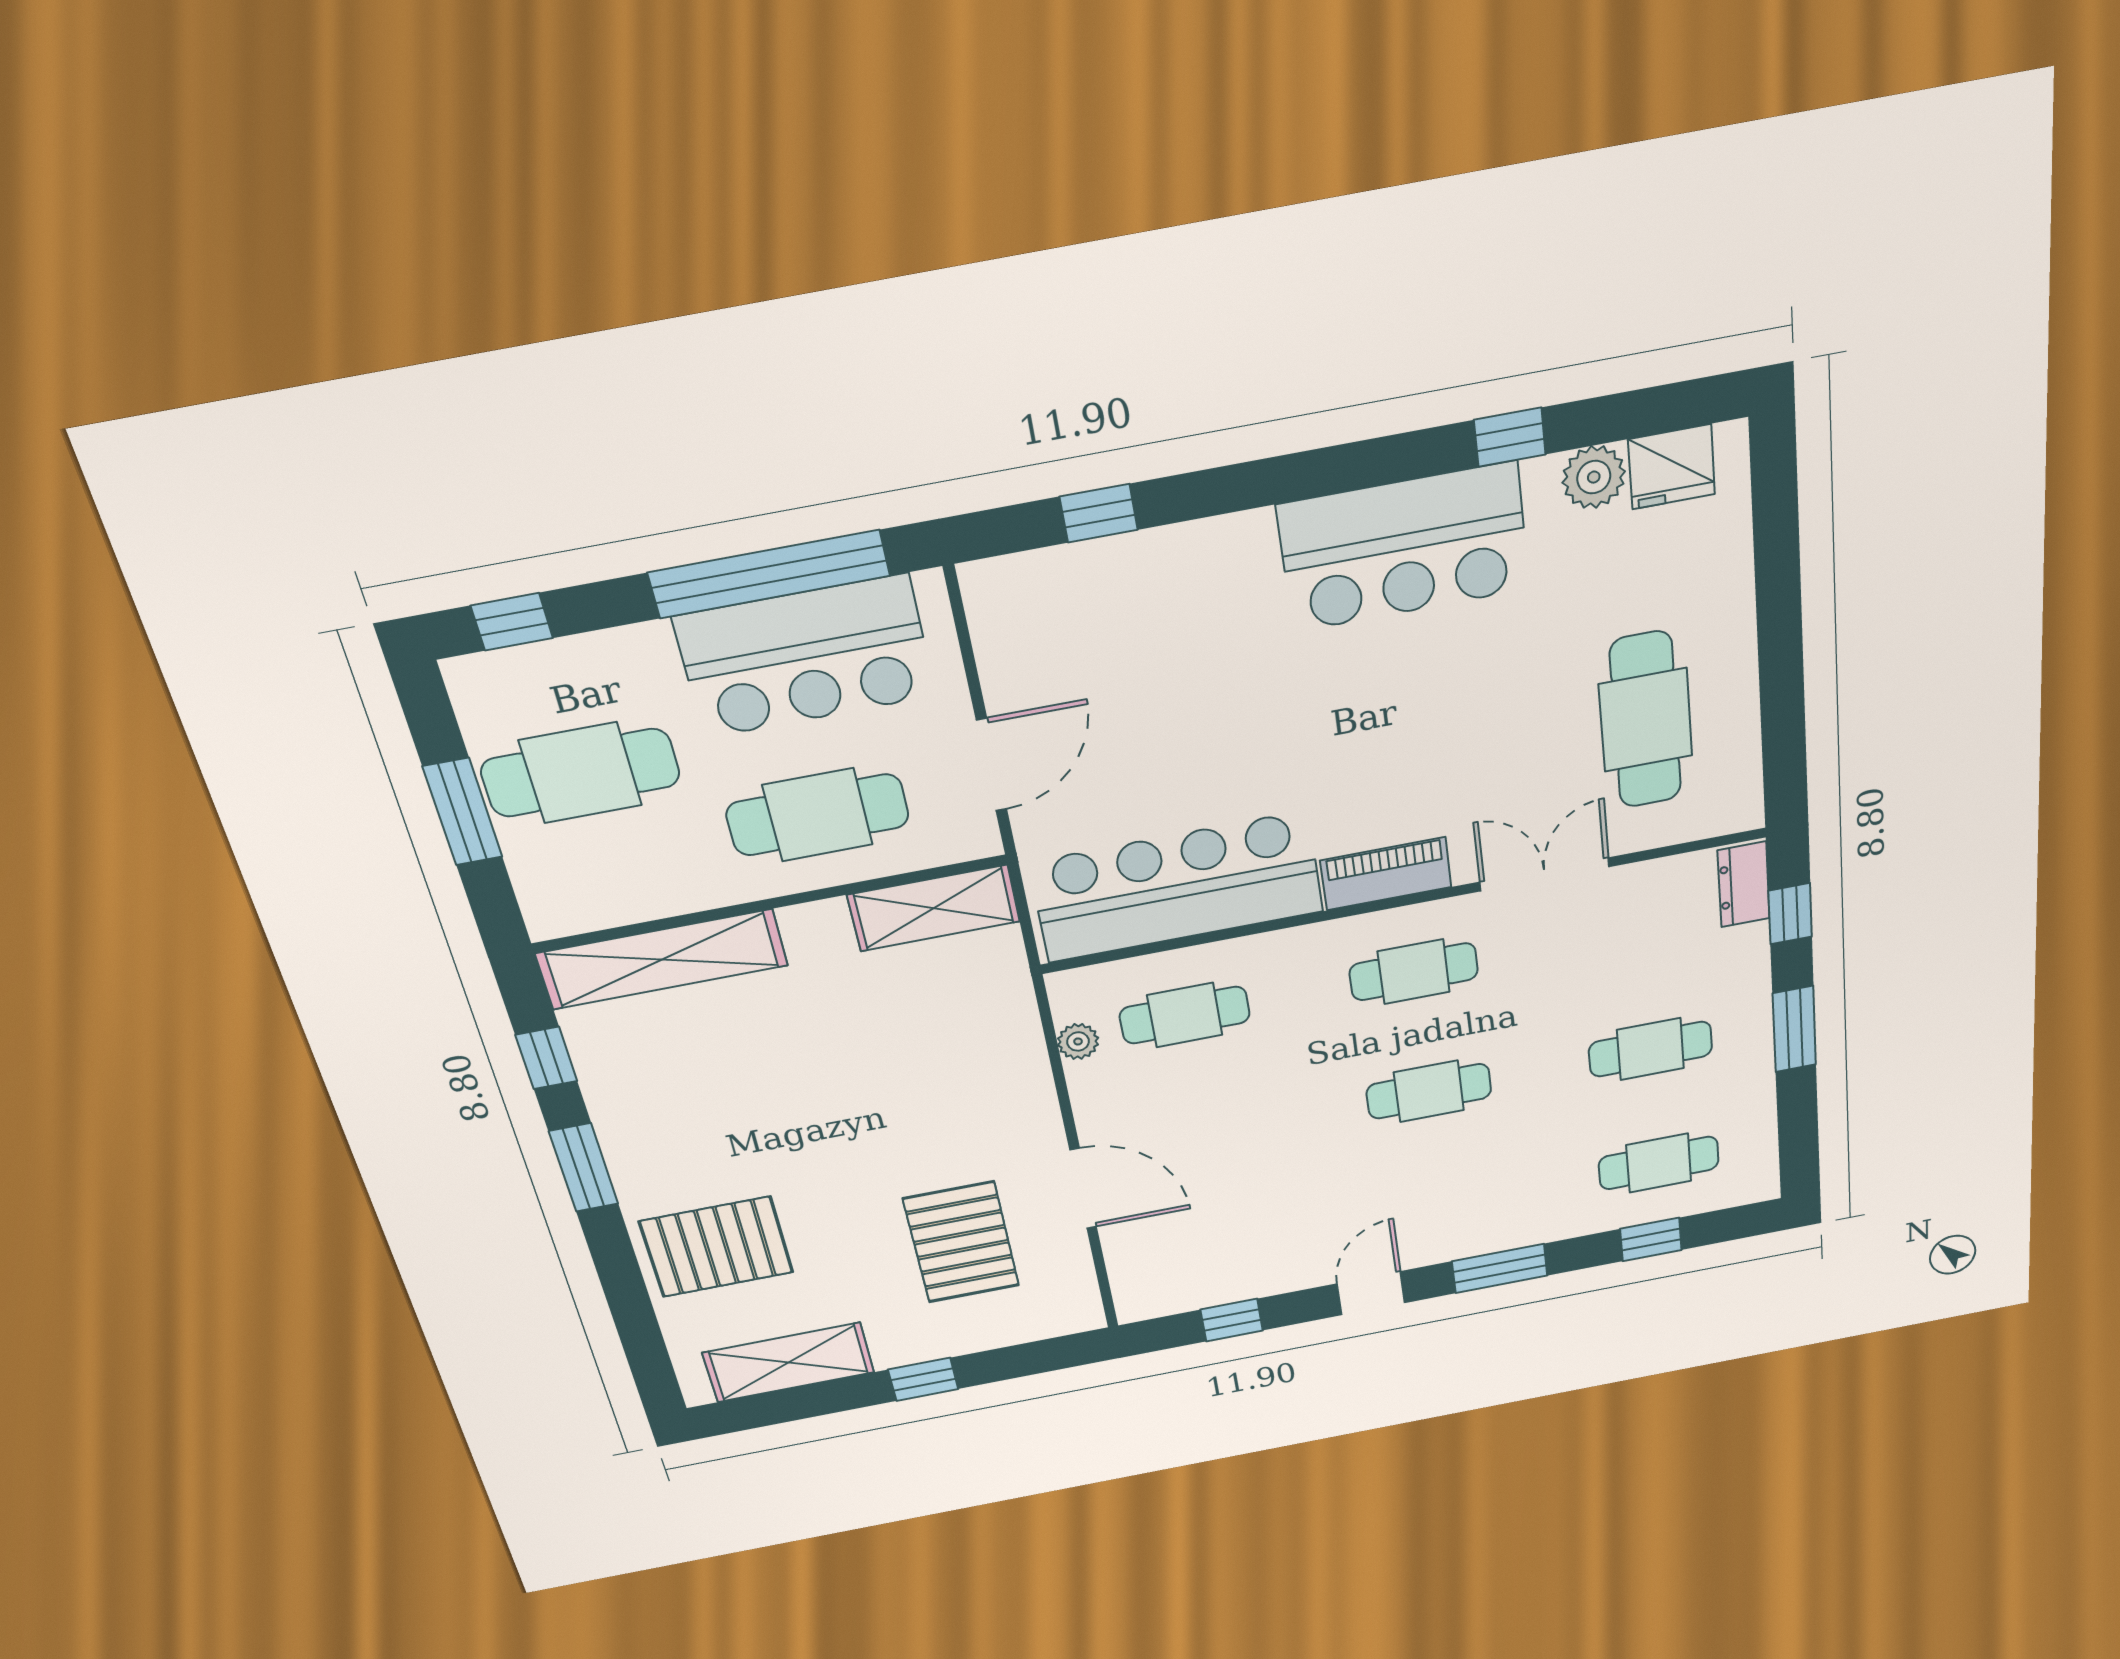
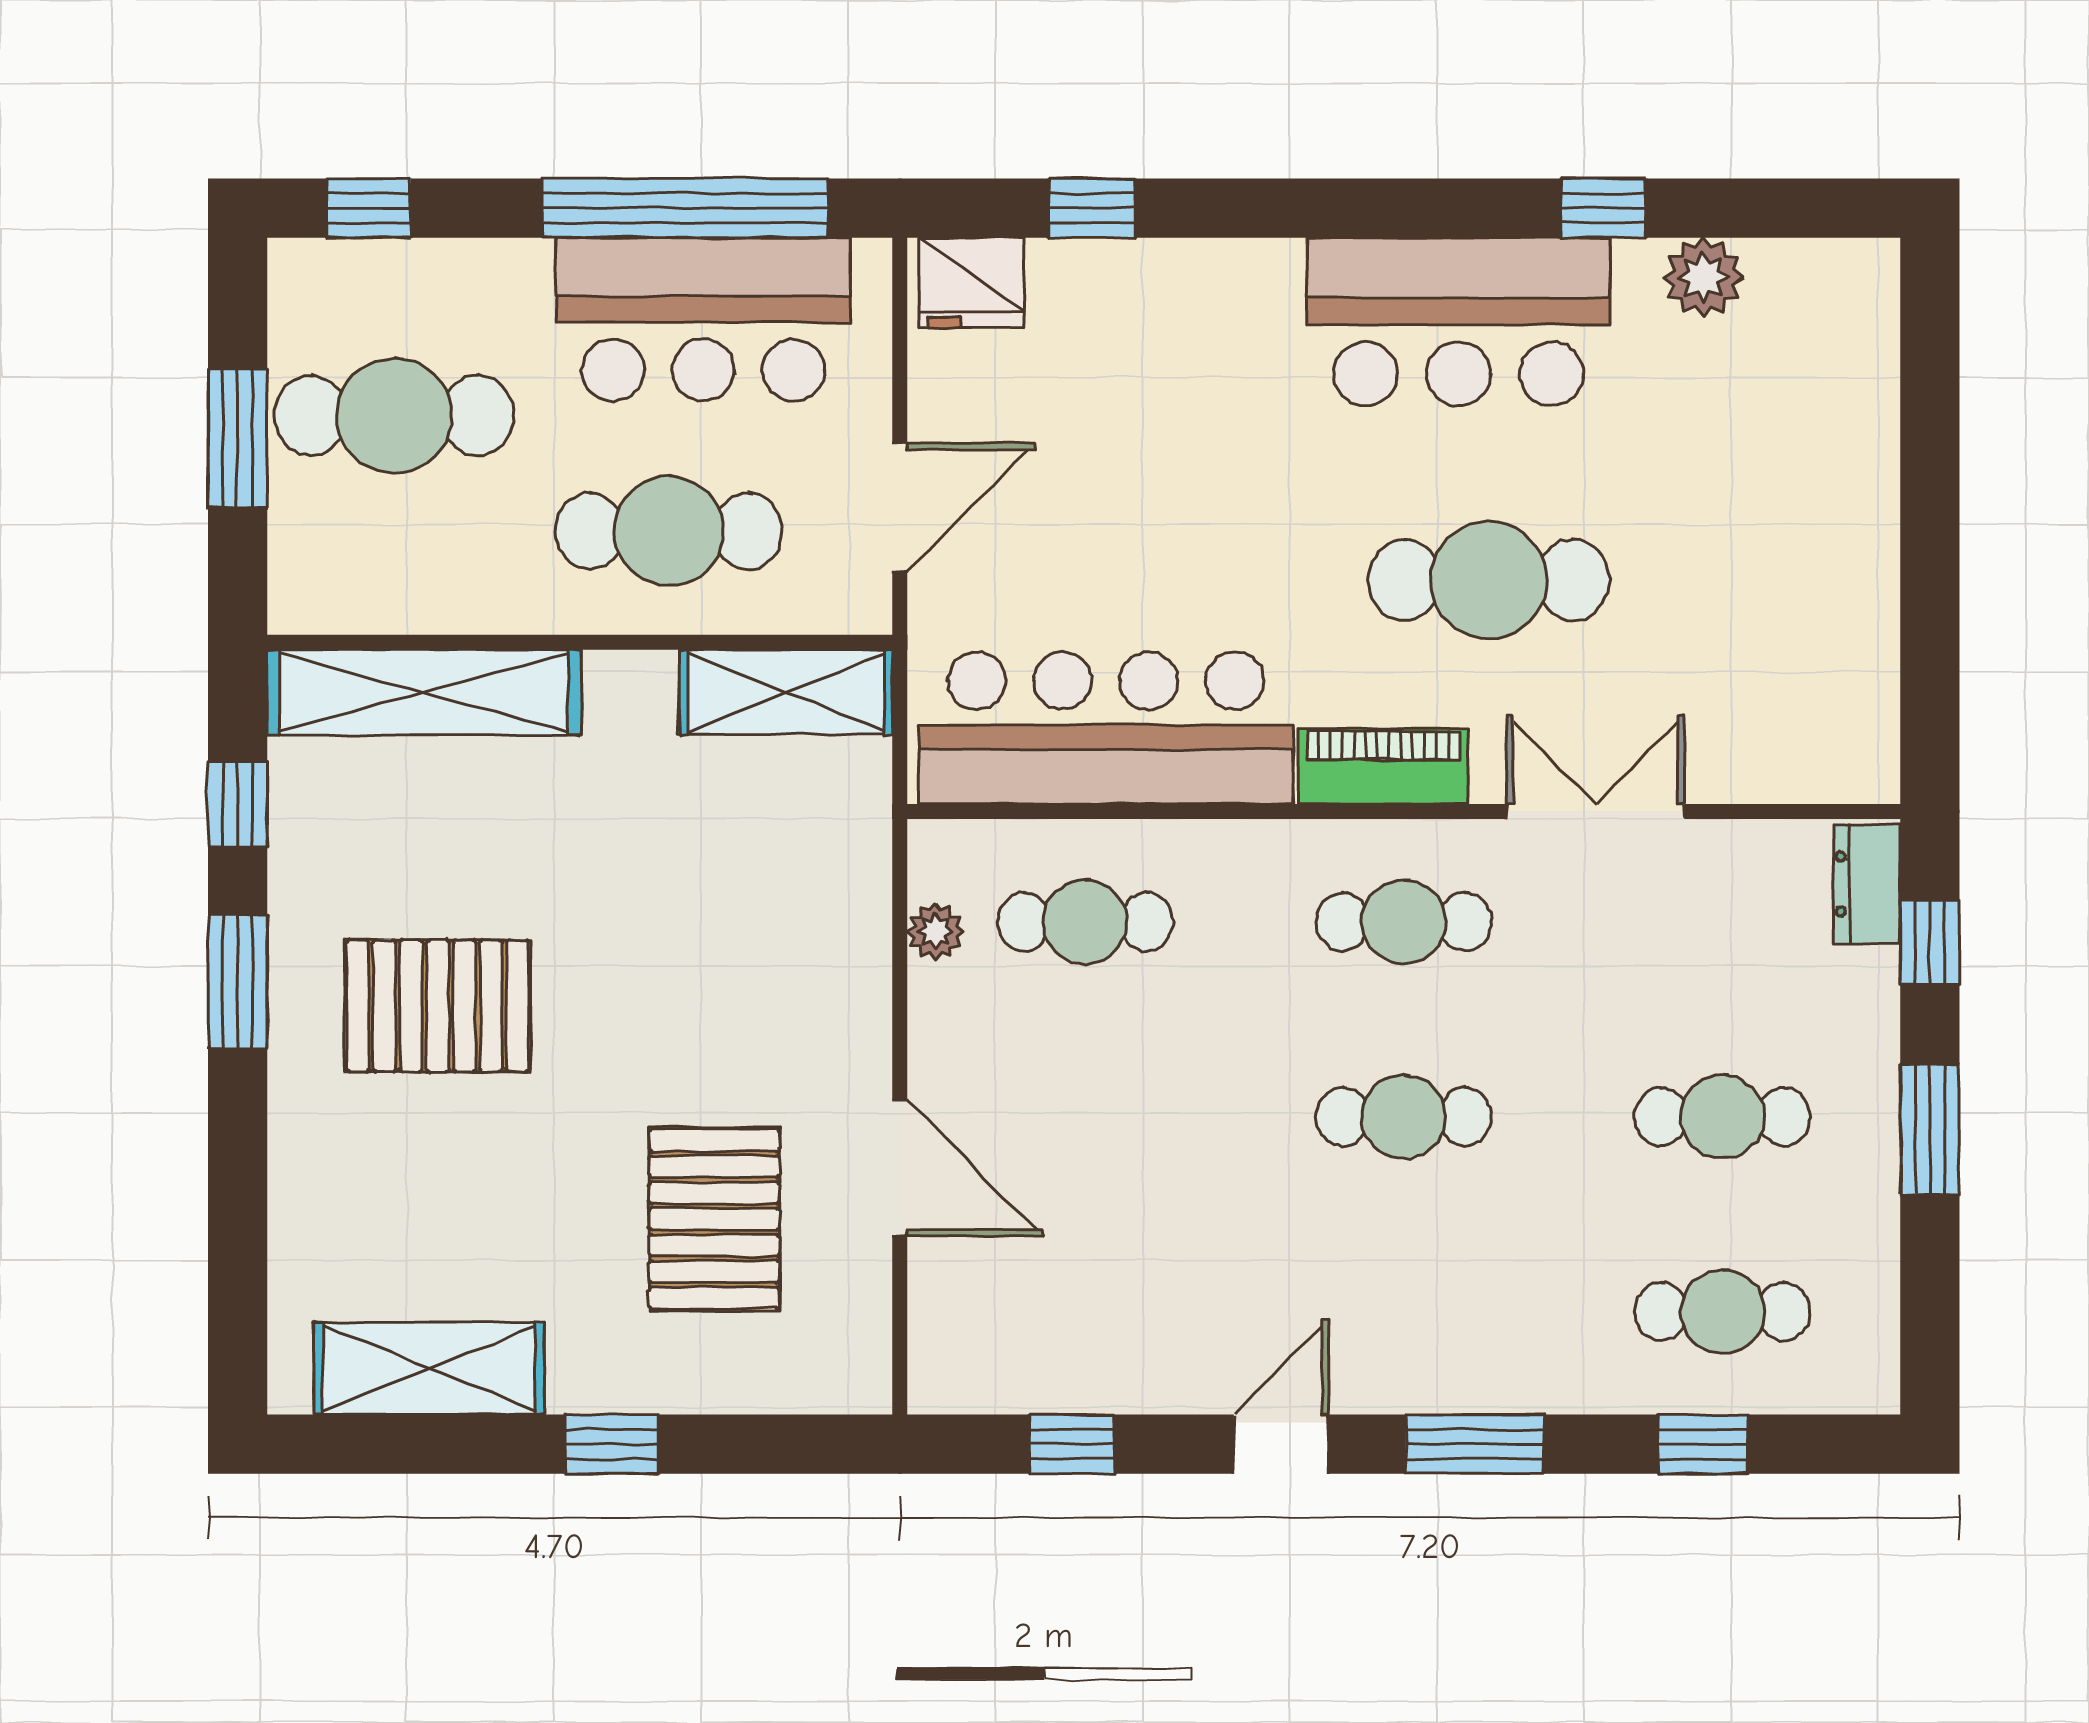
fridge: (1672, 467) -> (972, 283), moved
cafe table: (1646, 720) -> (1489, 580), moved, turned 90
pallet: (716, 1247) -> (438, 1006), moved

